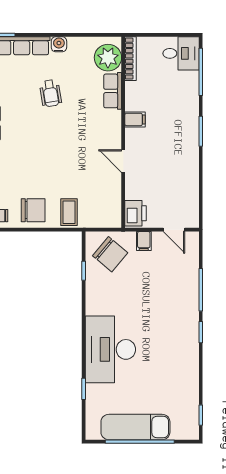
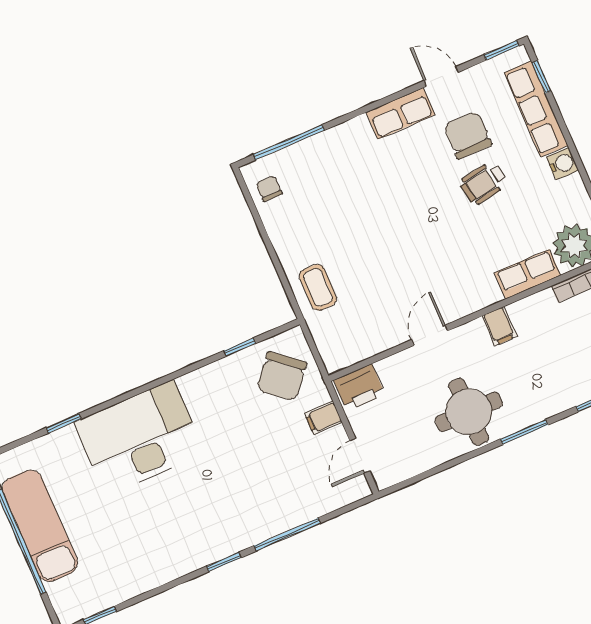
round table: (176, 158) -> (469, 412), added
chair: (33, 210) -> (468, 135), moved, turned 180
coffee table: (69, 212) -> (318, 287), turned 90

